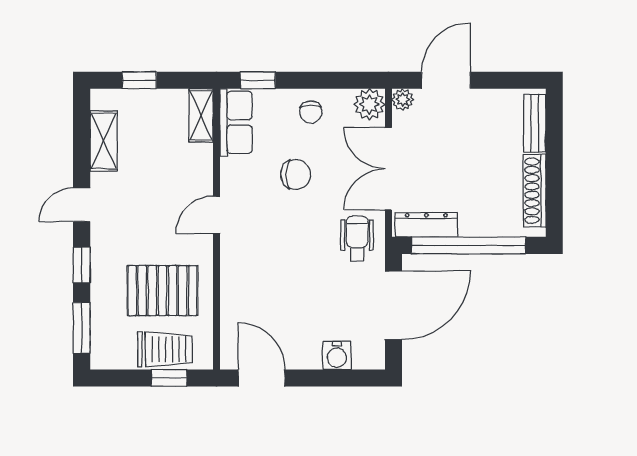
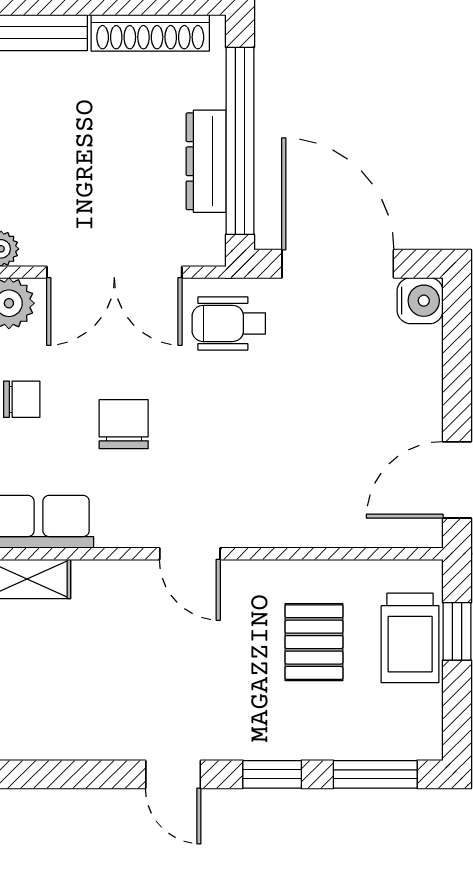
shelving: (104, 141) -> (69, 738), removed
dresser: (426, 225) -> (206, 161), moved
pallet: (162, 291) -> (314, 642), width x0.67, depth x0.71
trolley: (165, 349) -> (410, 638), turned 180
water cooler: (337, 355) -> (420, 301), moved

